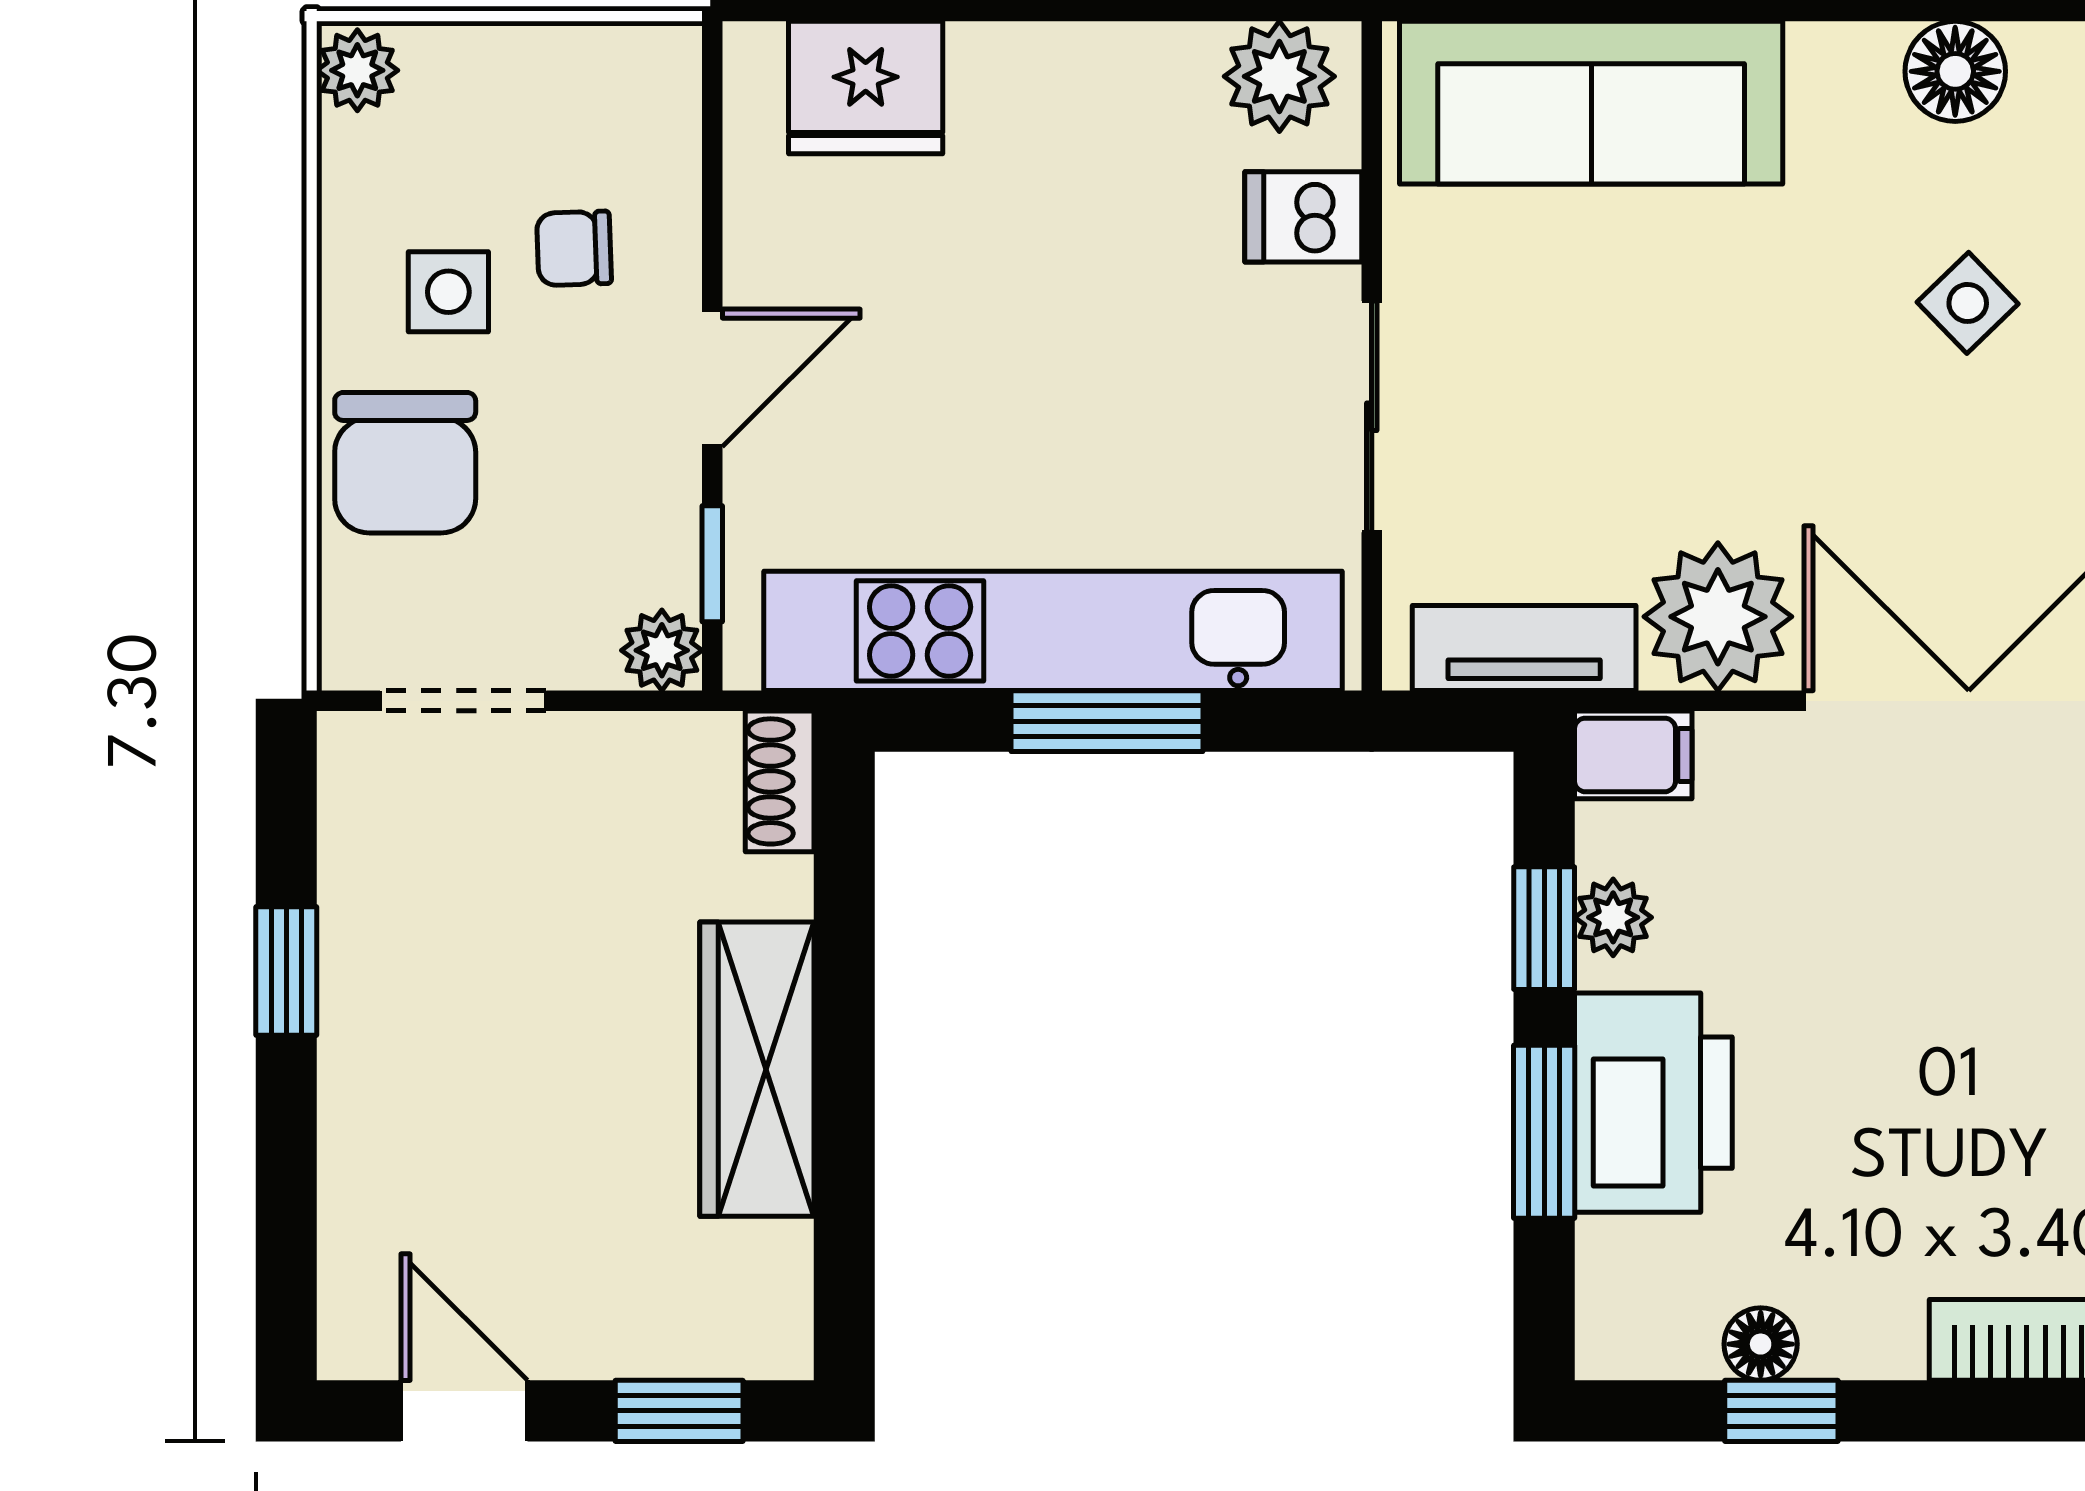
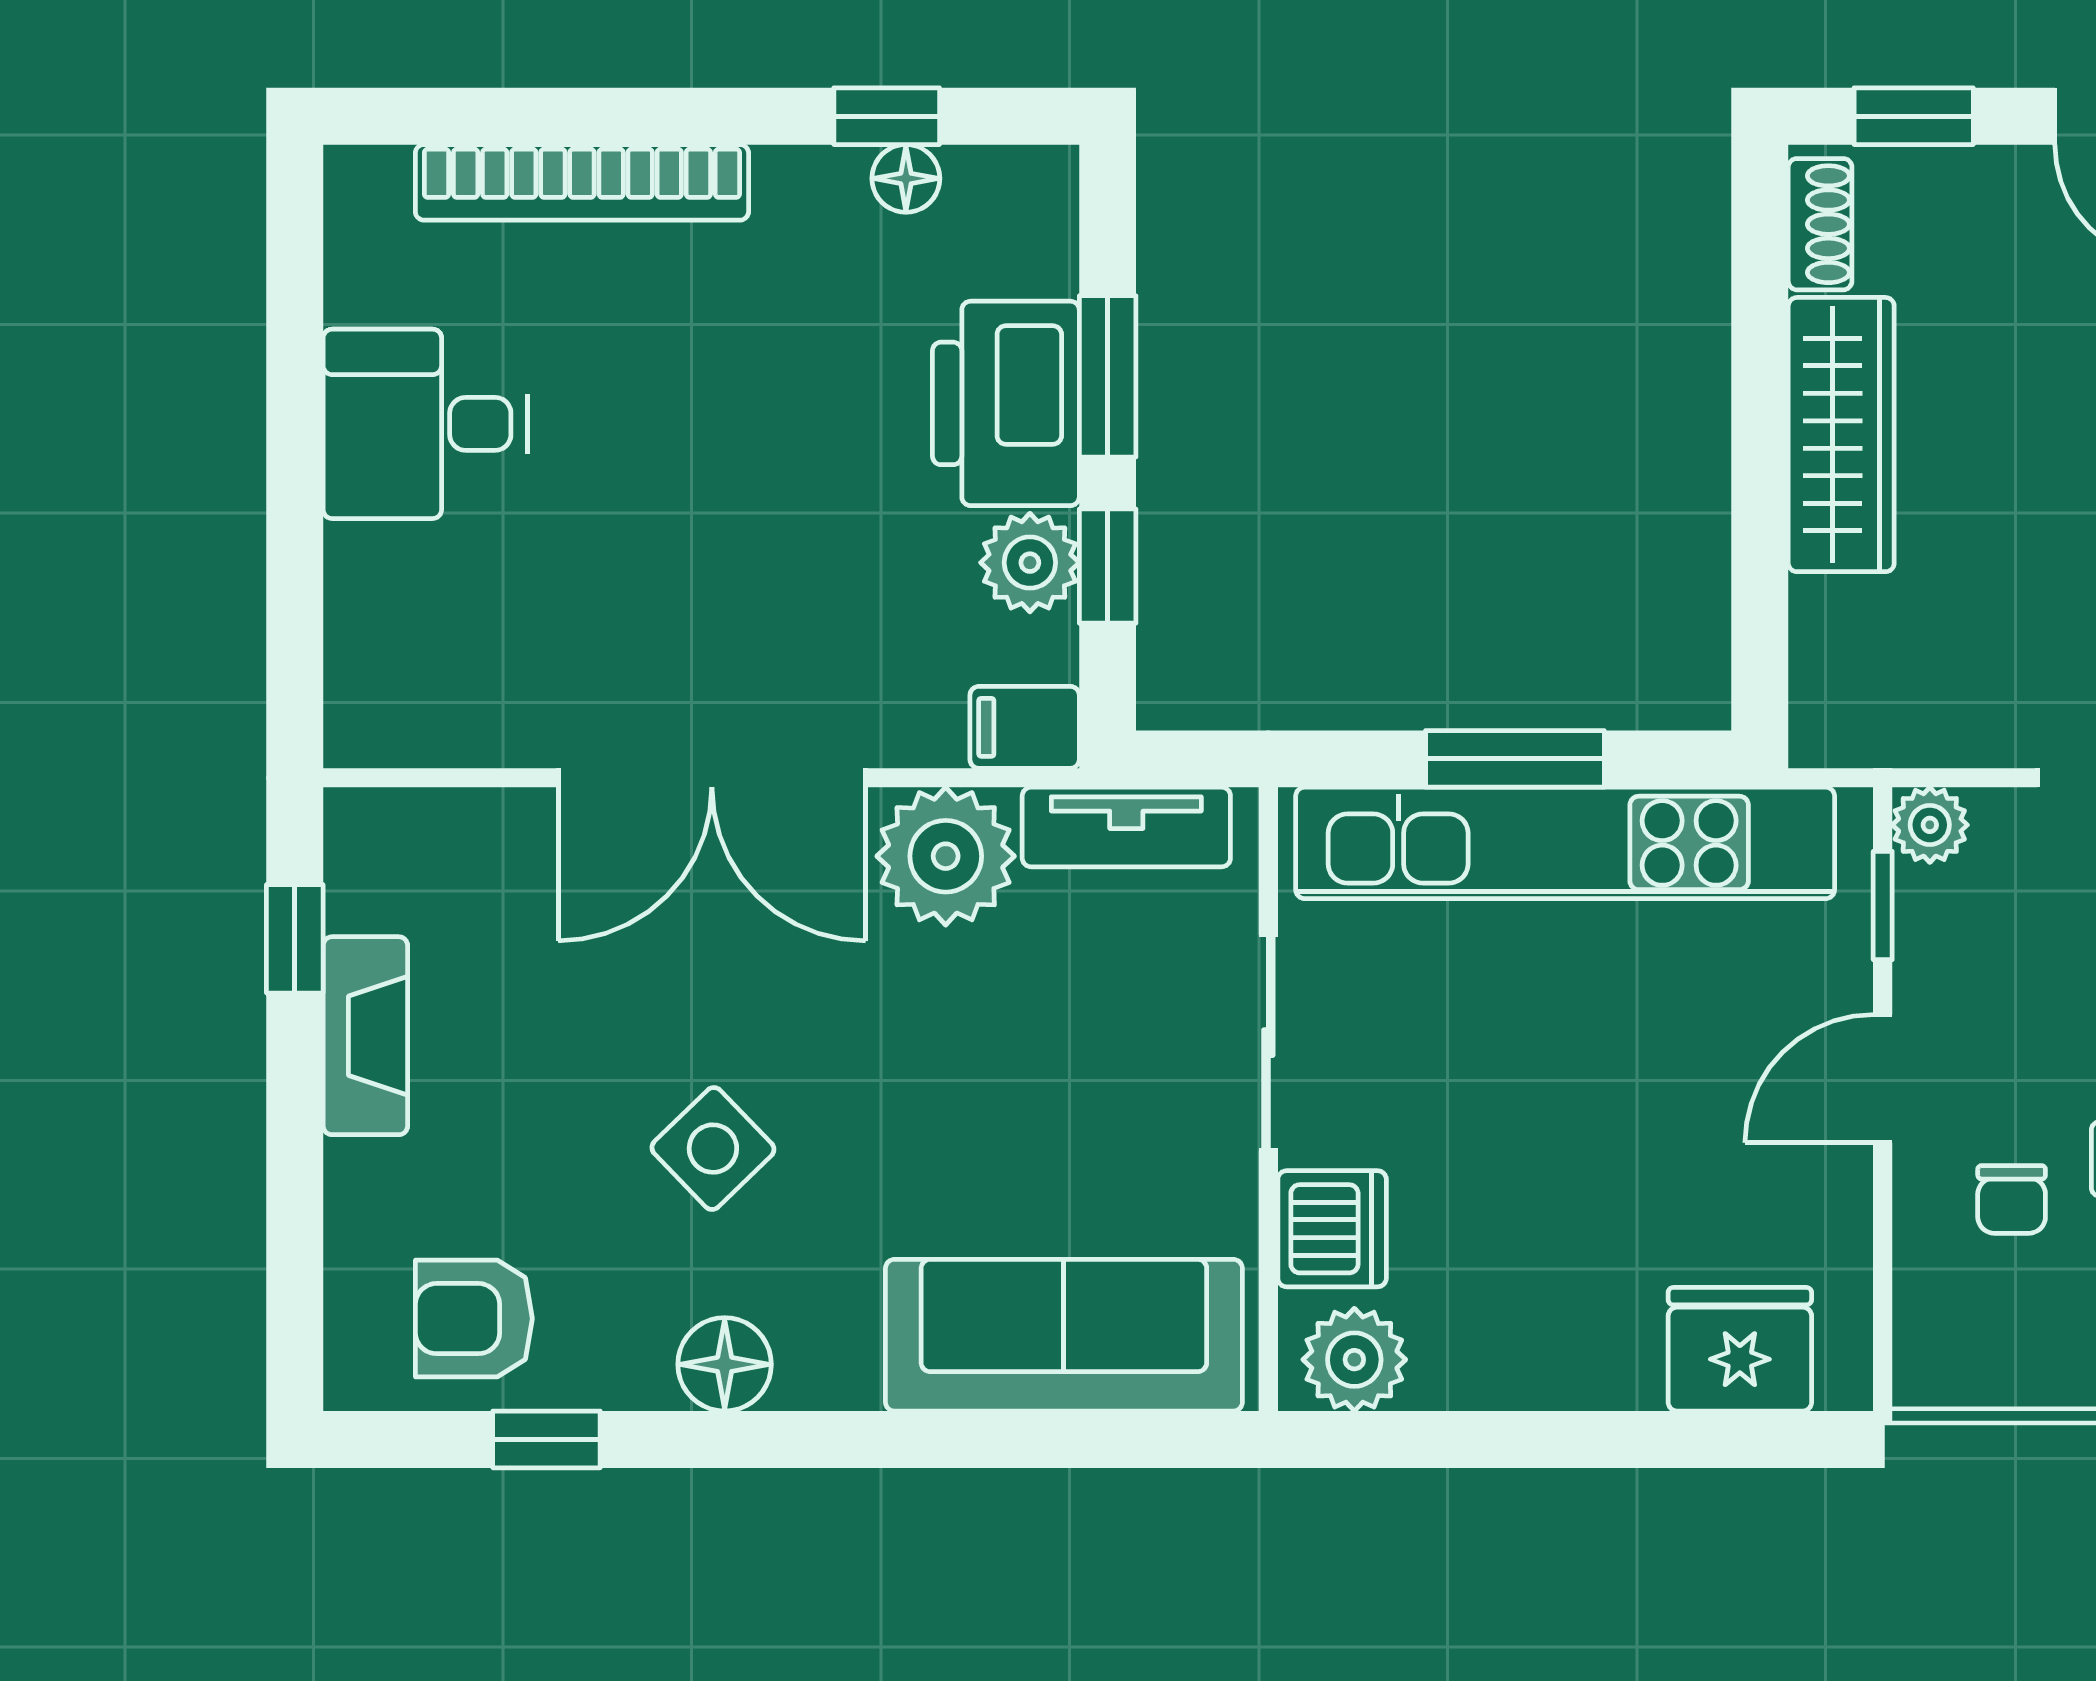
dishwasher: (1303, 217) -> (1332, 1229), width x1.38
chair: (574, 248) -> (2012, 1199), turned 92
side table: (1968, 303) -> (713, 1149), width x1.37, depth x1.37
shoe rack: (780, 781) -> (1820, 224), moved
plant: (1613, 917) -> (1030, 563), width x1.38, depth x1.38

